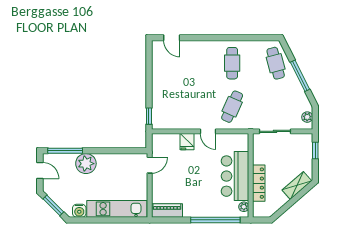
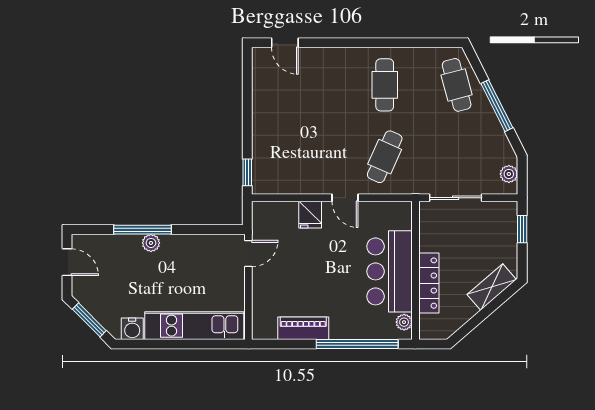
window: (65, 151) -> (143, 230), moved
plant: (86, 164) -> (151, 243), width x0.53, depth x0.53
piano: (167, 210) -> (303, 328), moved

